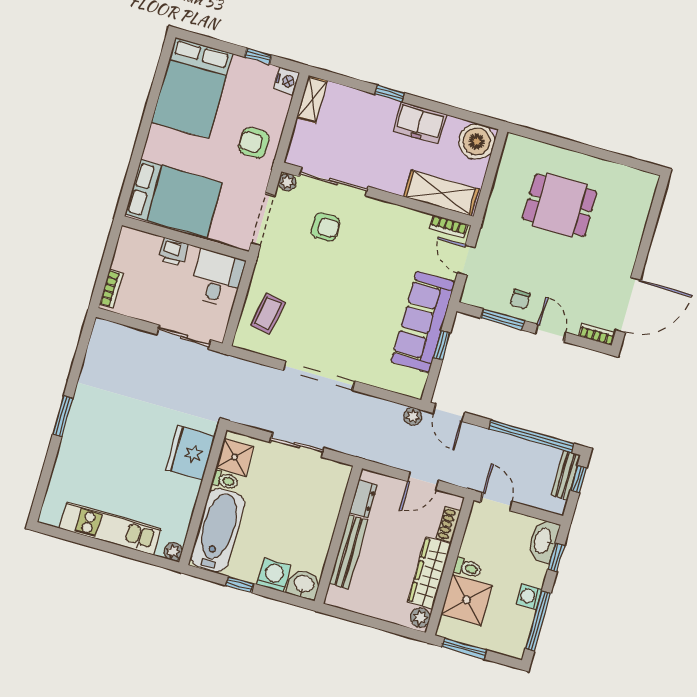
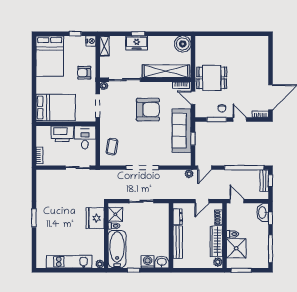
freezer: (420, 123) -> (137, 43), moved
shelving: (441, 193) -> (166, 71), width x1.47
dining table: (560, 205) -> (212, 78), moved
armchair: (325, 227) -> (148, 110), moved, width x1.88, depth x1.88
printer: (173, 252) -> (62, 134), width x1.87, depth x1.48
door: (449, 413) -> (205, 168), hinge flipped
washing machine: (529, 596) -> (263, 239), removed

